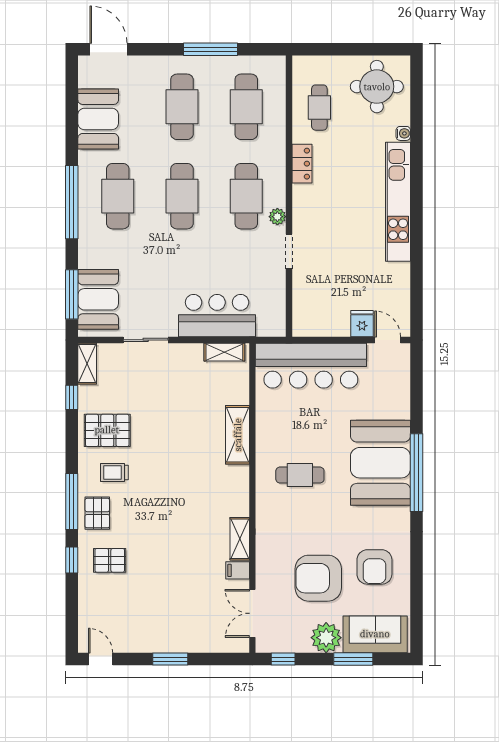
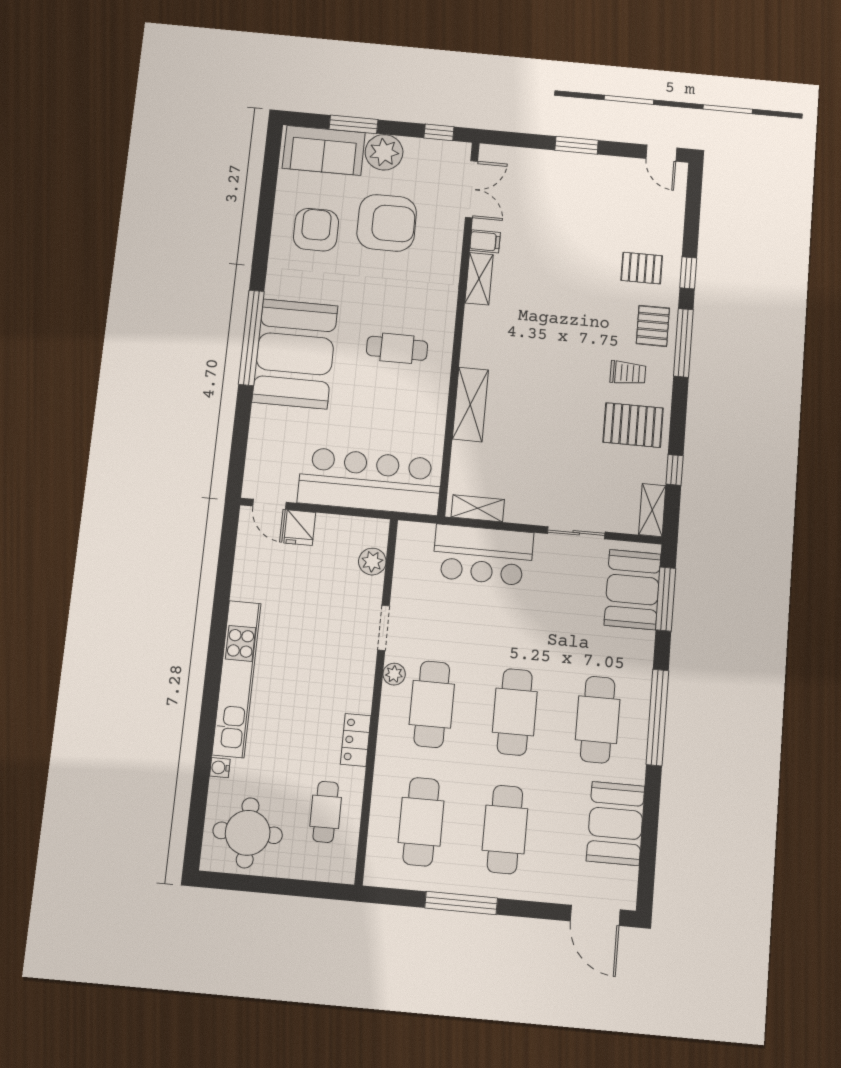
plant: (303, 302) -> (372, 562), added

